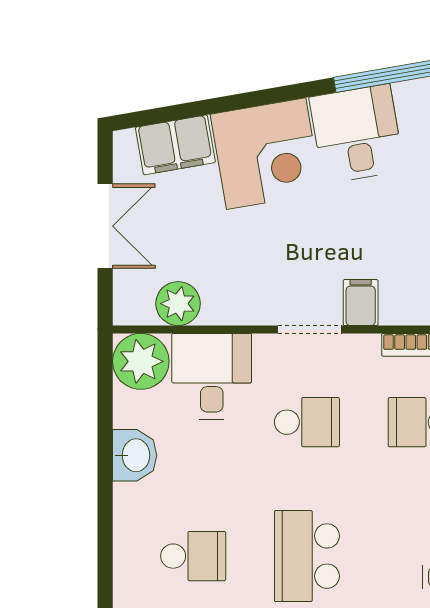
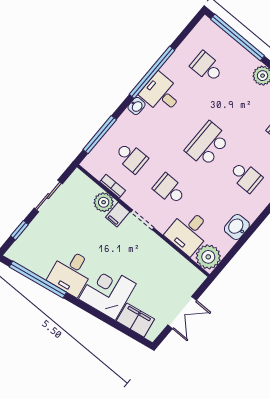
double door: (105, 226) -> (182, 313), swing flipped
plant: (178, 304) -> (104, 202), moved
school desk: (193, 556) -> (246, 177), turned 180
school desk: (307, 556) -> (207, 144), turned 180

